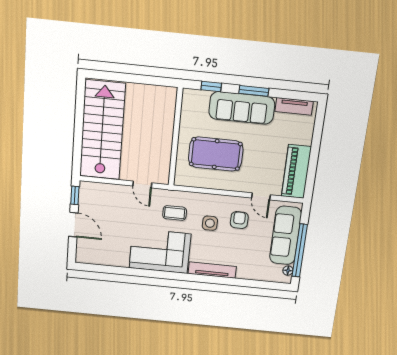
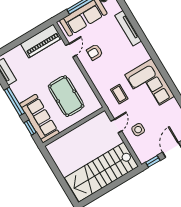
window: (254, 91) -> (14, 101), width x1.44
sofa: (242, 108) -> (39, 119), moved
side table: (210, 223) -> (138, 130), moved
tv unit: (212, 270) -> (128, 28), moved

